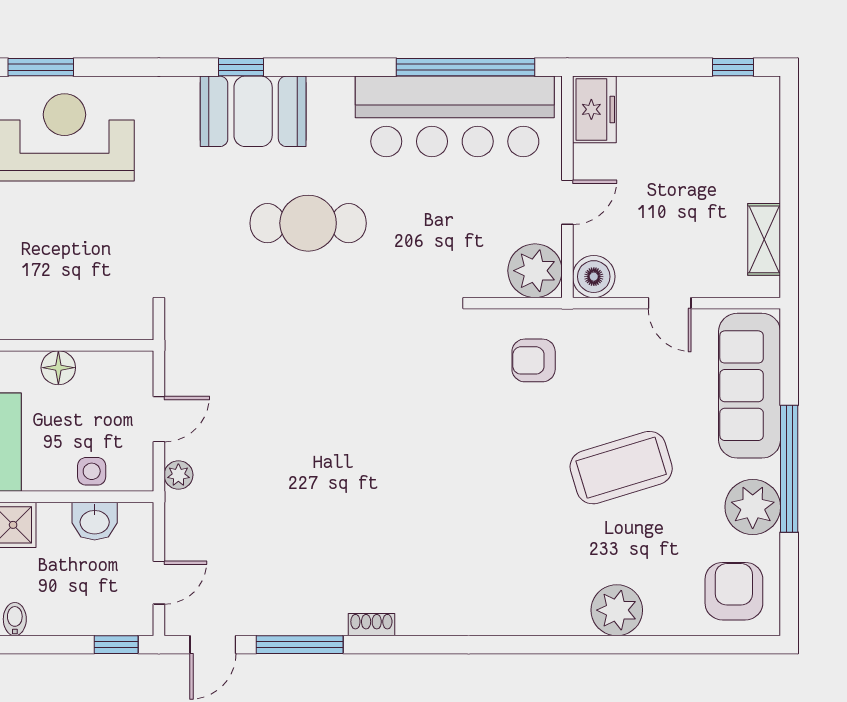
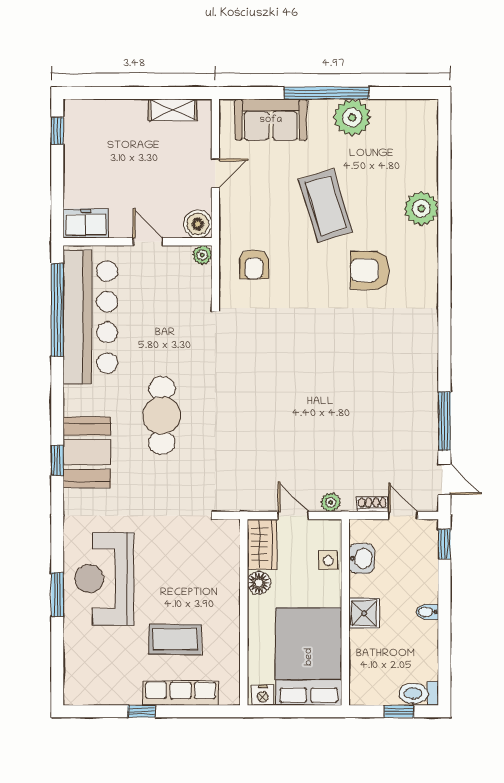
plant: (535, 271) -> (202, 255), width x0.53, depth x0.53
wardrobe: (116, 372) -> (262, 544), added
sofa: (750, 386) -> (271, 120), width x0.73
armchair: (734, 591) -> (370, 270), moved
shoe rack: (371, 625) -> (372, 504), moved, turned 90

